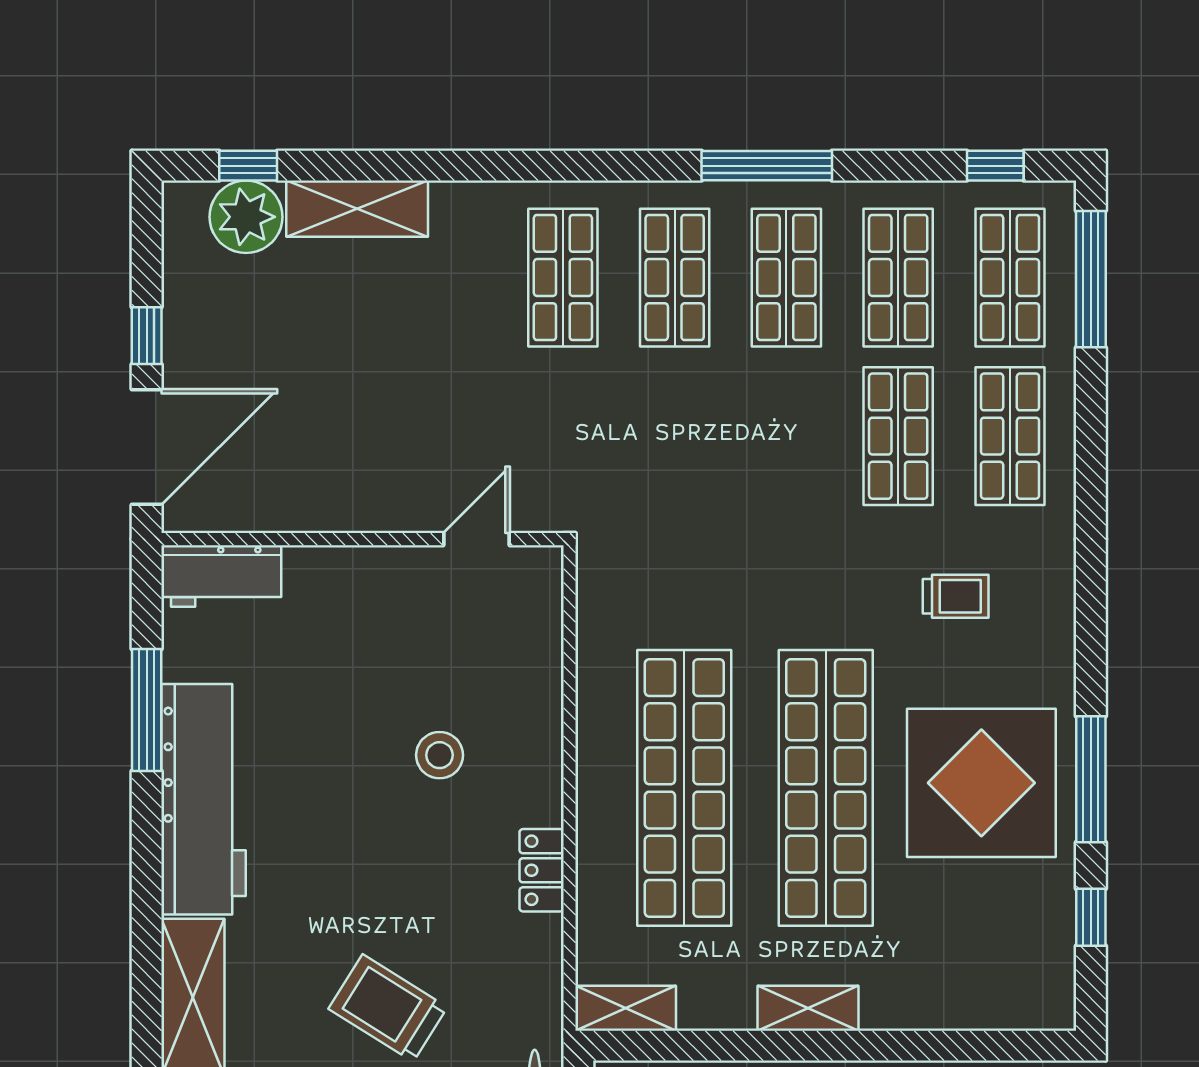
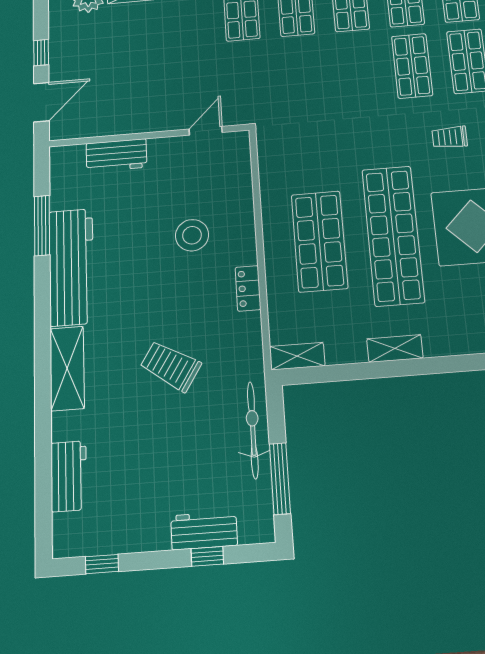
door: (147, 447) -> (41, 102), width x0.73
workbench: (221, 576) -> (116, 155), moved
trolley: (956, 596) -> (450, 137), turned 180
stool: (440, 755) -> (192, 235), width x1.38, depth x1.38
shop shelf: (684, 788) -> (319, 241), width x0.71

